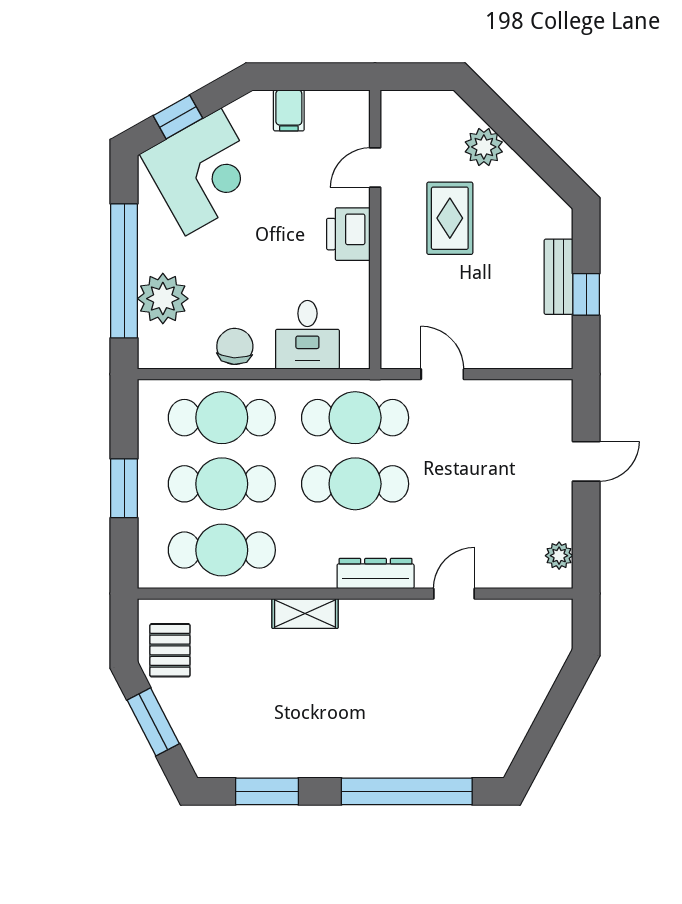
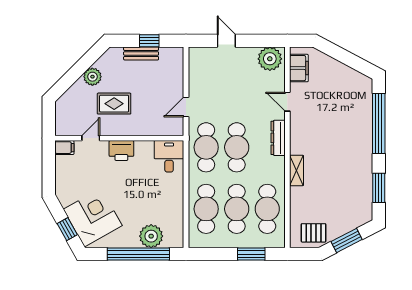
filing cabinet: (289, 110) -> (64, 148), moved
plant: (484, 147) -> (92, 77), moved
door: (375, 168) -> (91, 138), swing flipped
desk: (307, 335) -> (169, 156), moved, turned -90
chair: (235, 346) -> (173, 203), removed
window: (124, 488) -> (251, 254), moved
plant: (559, 556) -> (270, 59), width x1.87, depth x1.87
filing cabinet: (527, 619) -> (299, 68), added

